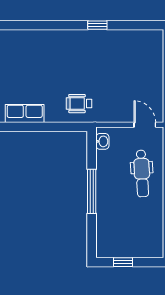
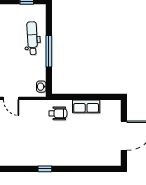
row of seats: (25, 114) -> (86, 106), moved
dental chair: (142, 173) -> (32, 38), moved

